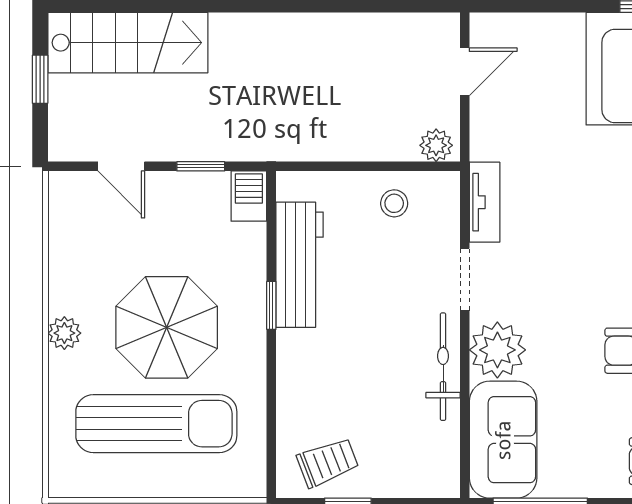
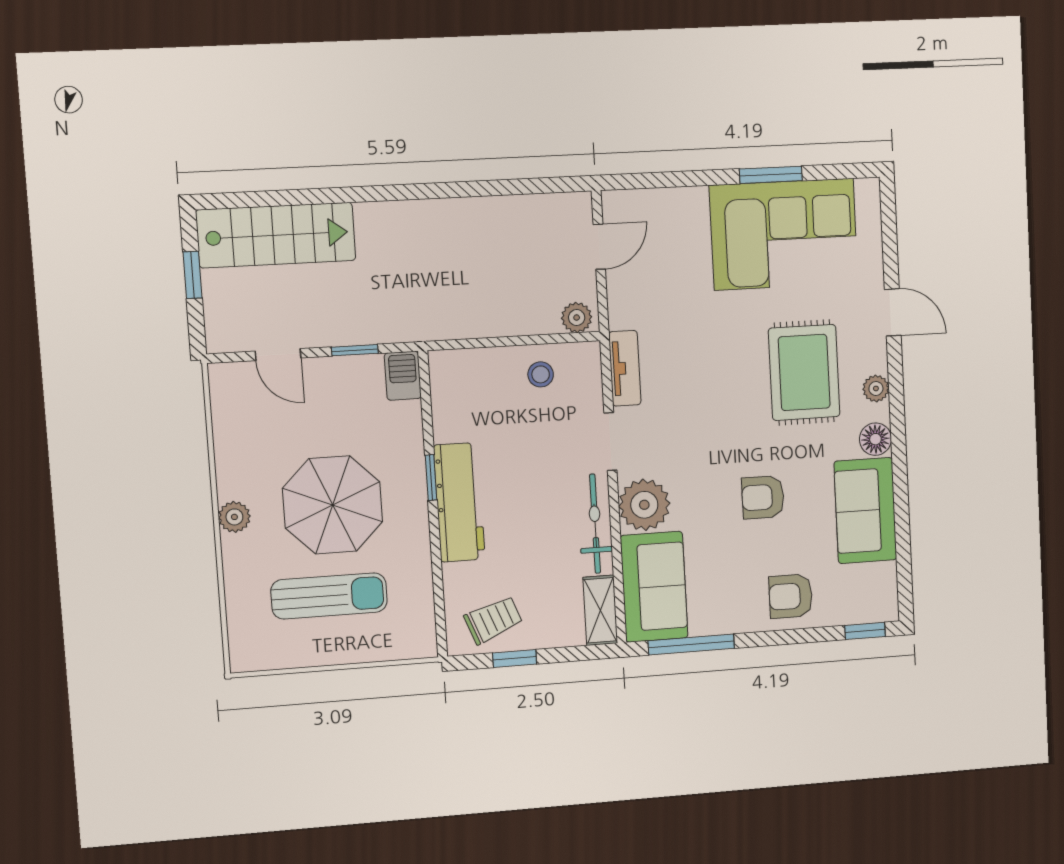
workbench: (300, 265) -> (459, 502), moved
sun lounger: (156, 424) -> (329, 596), width x0.73, depth x0.75
shelving: (443, 461) -> (600, 610), added

